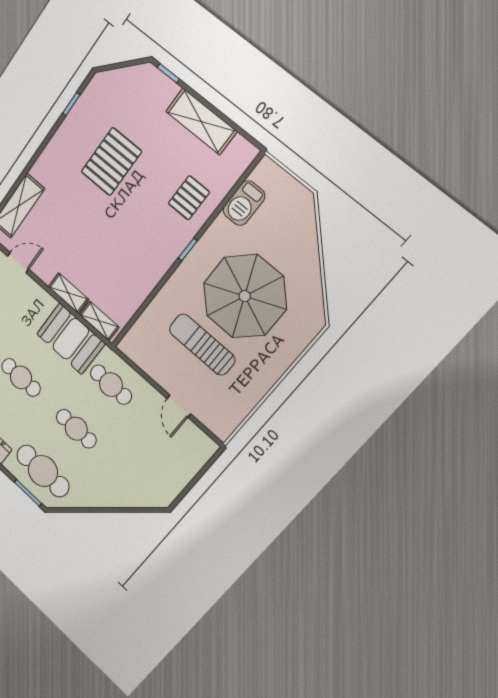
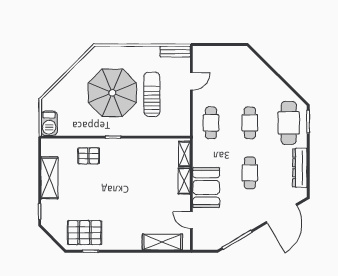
pallet: (111, 162) -> (85, 233), moved
barbecue: (244, 203) -> (49, 123), moved, turned 90
booth: (71, 339) -> (206, 187), moved
sun lounger: (202, 344) -> (152, 94), turned 180
bench: (232, 420) -> (175, 51), added

